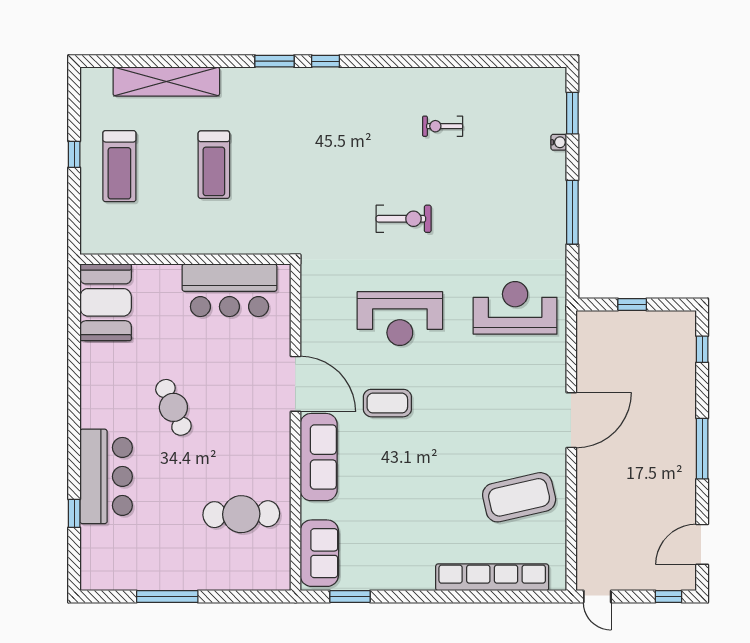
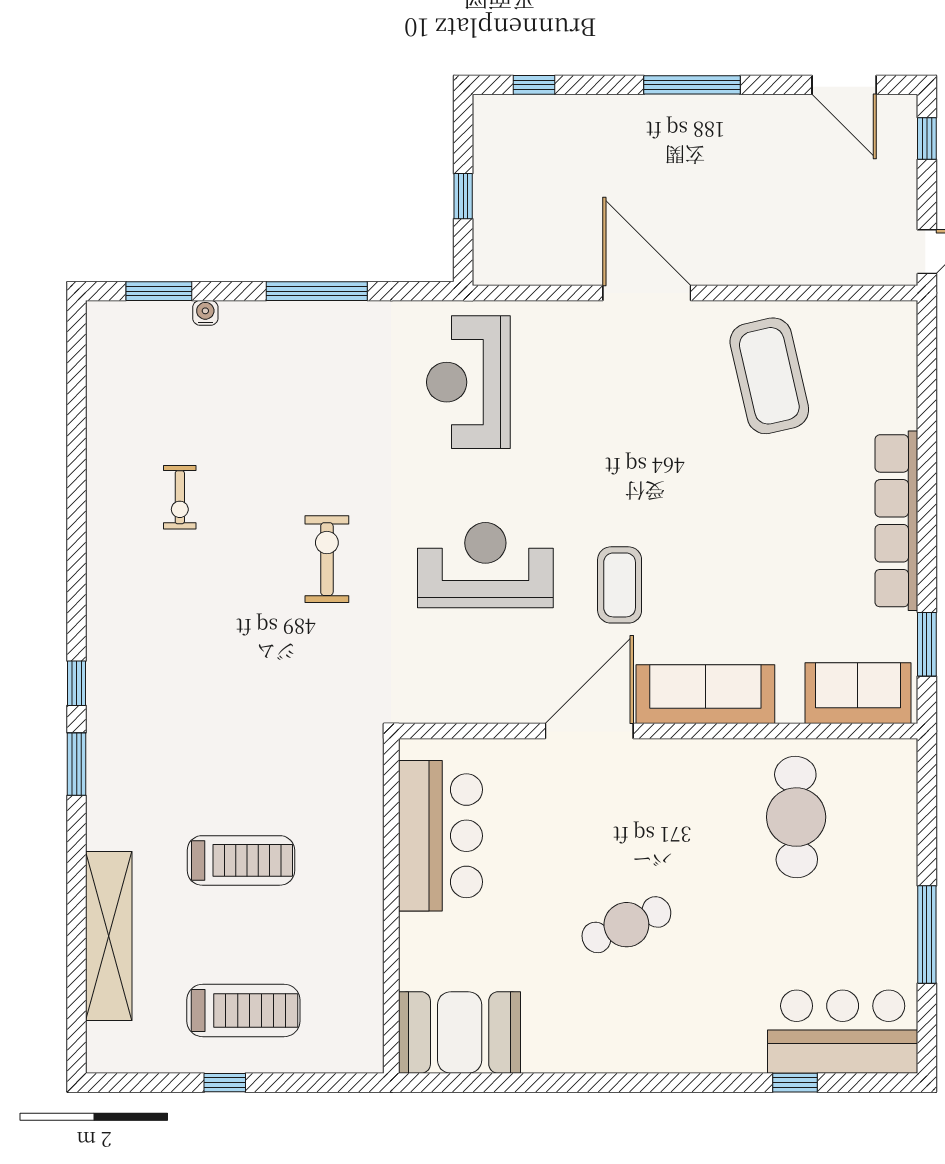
reception desk: (400, 319) -> (485, 565), turned -90
bar counter: (106, 476) -> (843, 1032), moved
row of seats: (492, 577) -> (896, 521), moved

